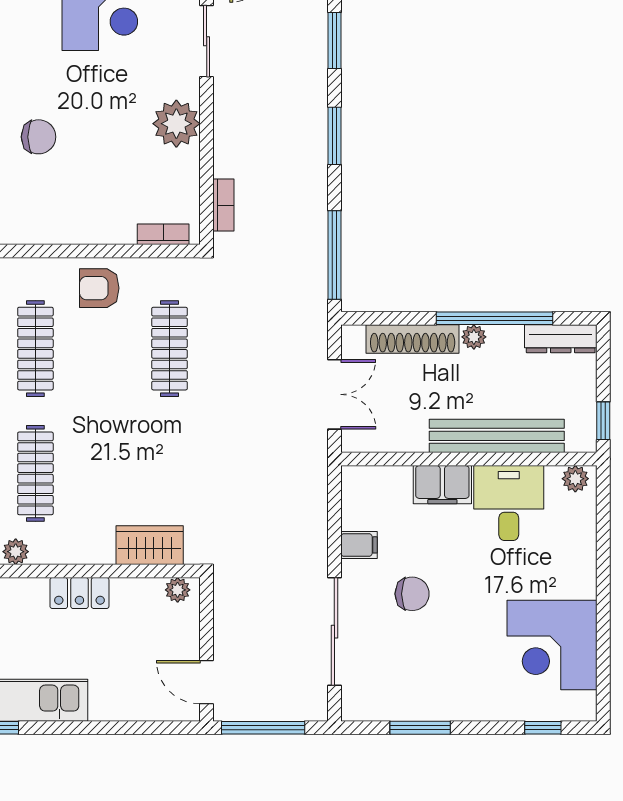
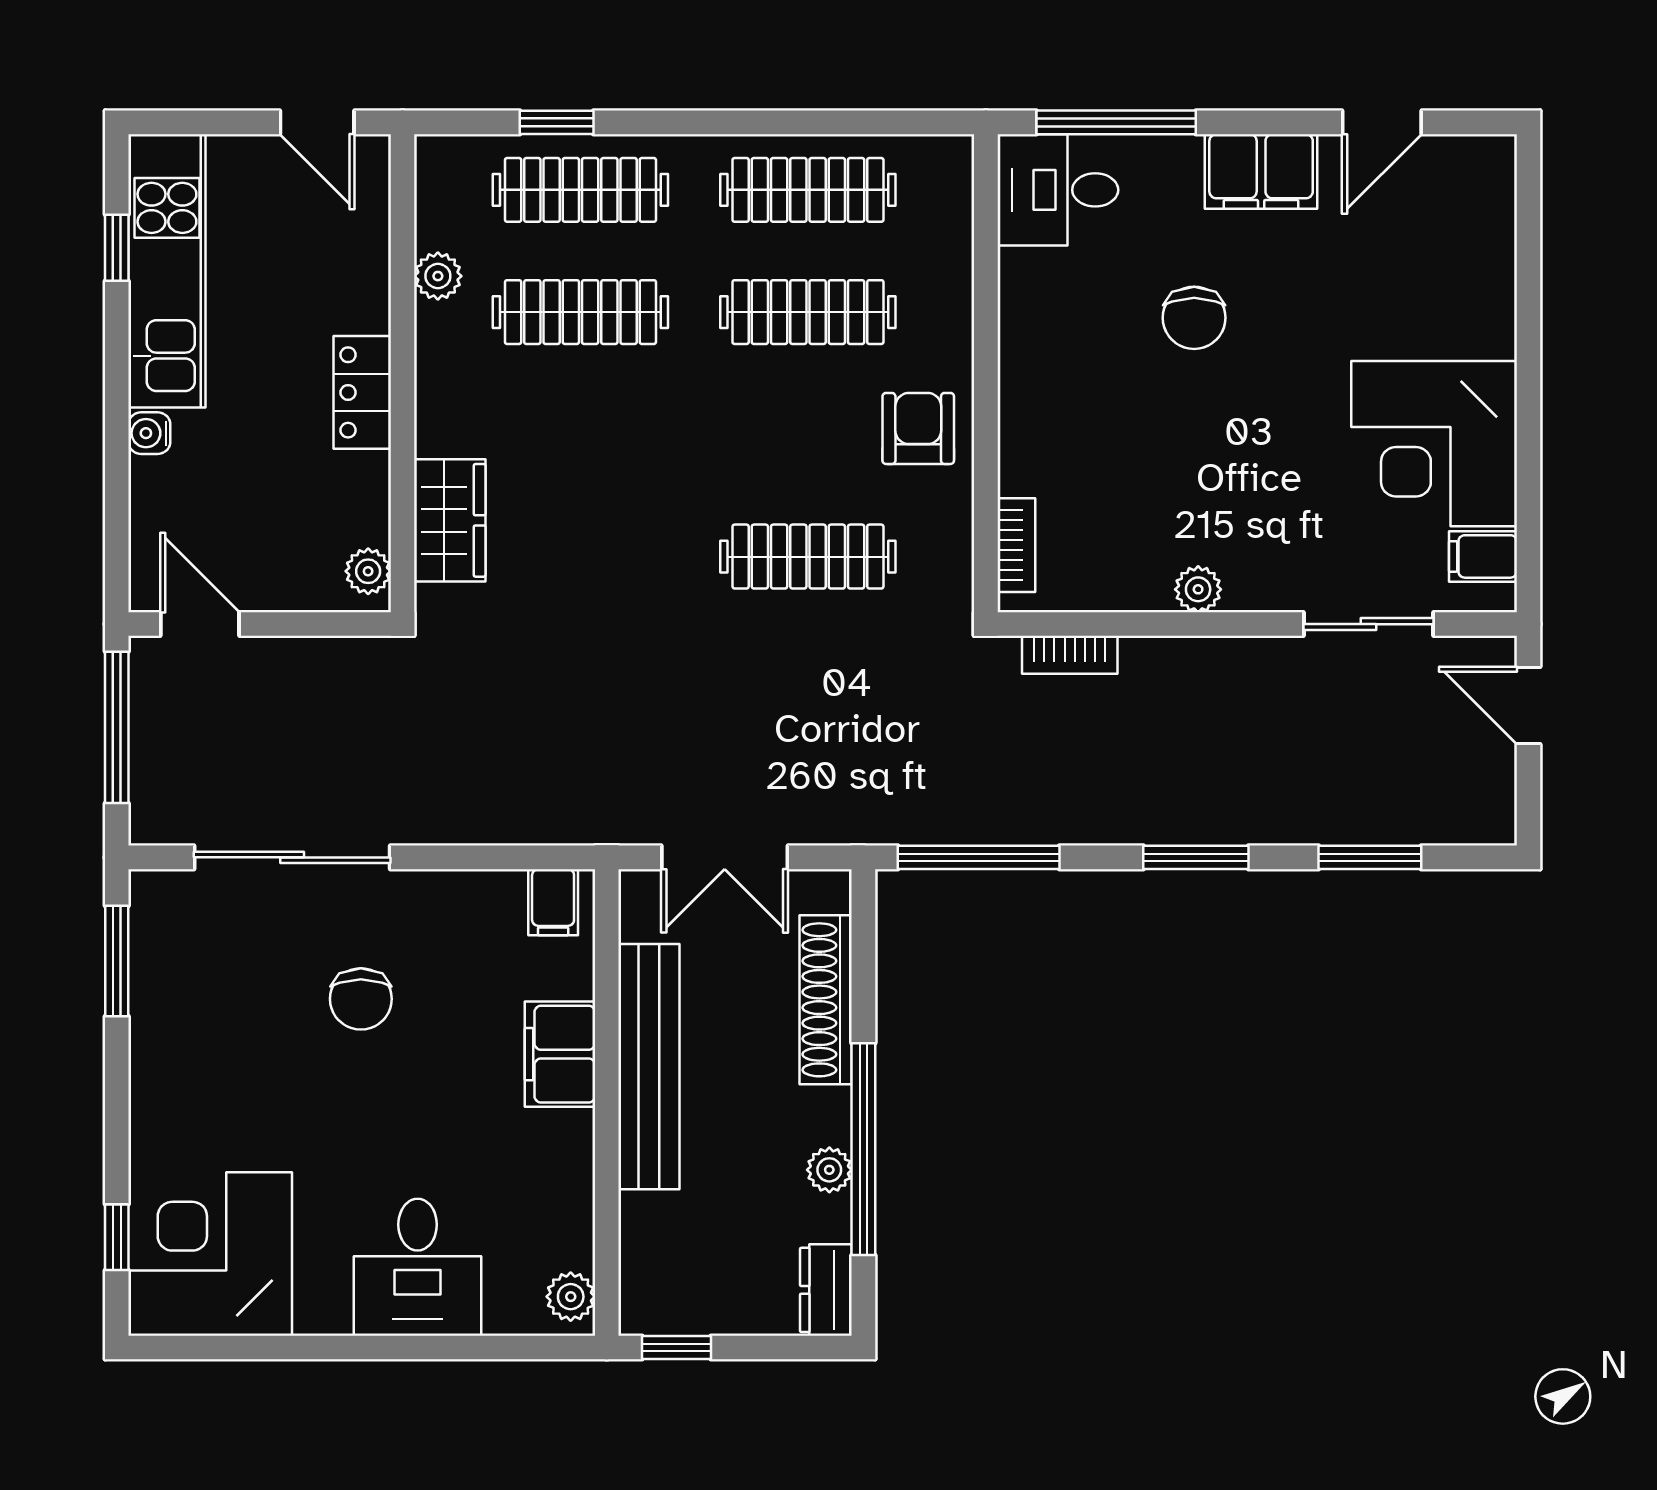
plant: (176, 124) -> (1198, 589), width x0.53, depth x0.53
plant: (474, 337) -> (829, 1170), moved
dresser: (561, 339) -> (826, 1290), width x0.70
bench: (497, 436) -> (649, 1067), moved
desk: (509, 503) -> (418, 1267), moved, turned 90
filing cabinet: (359, 545) -> (553, 902), moved
corner desk: (552, 645) -> (210, 1254), moved
door: (207, 682) -> (200, 624), hinge flipped
water cooler: (102, 710) -> (149, 433), added
window: (420, 728) -> (117, 961), moved

